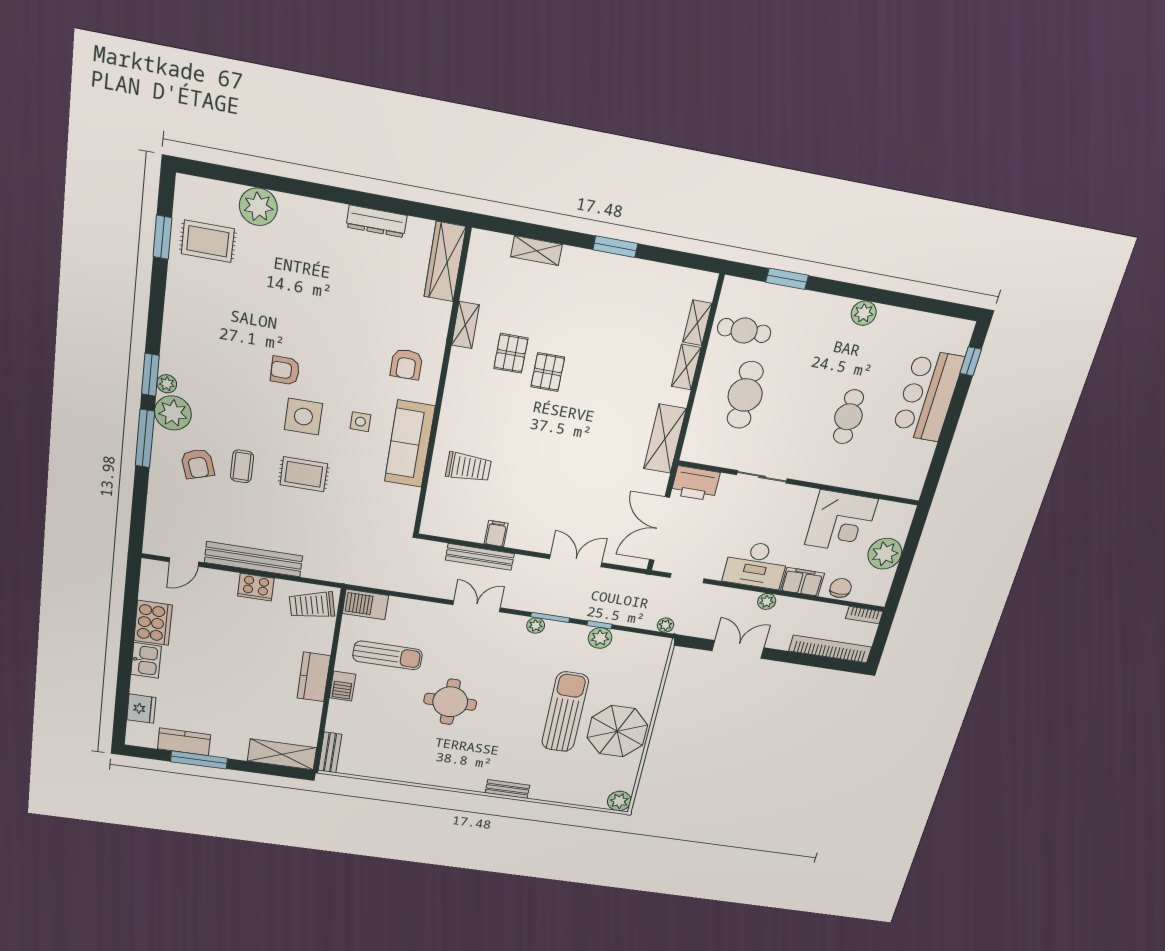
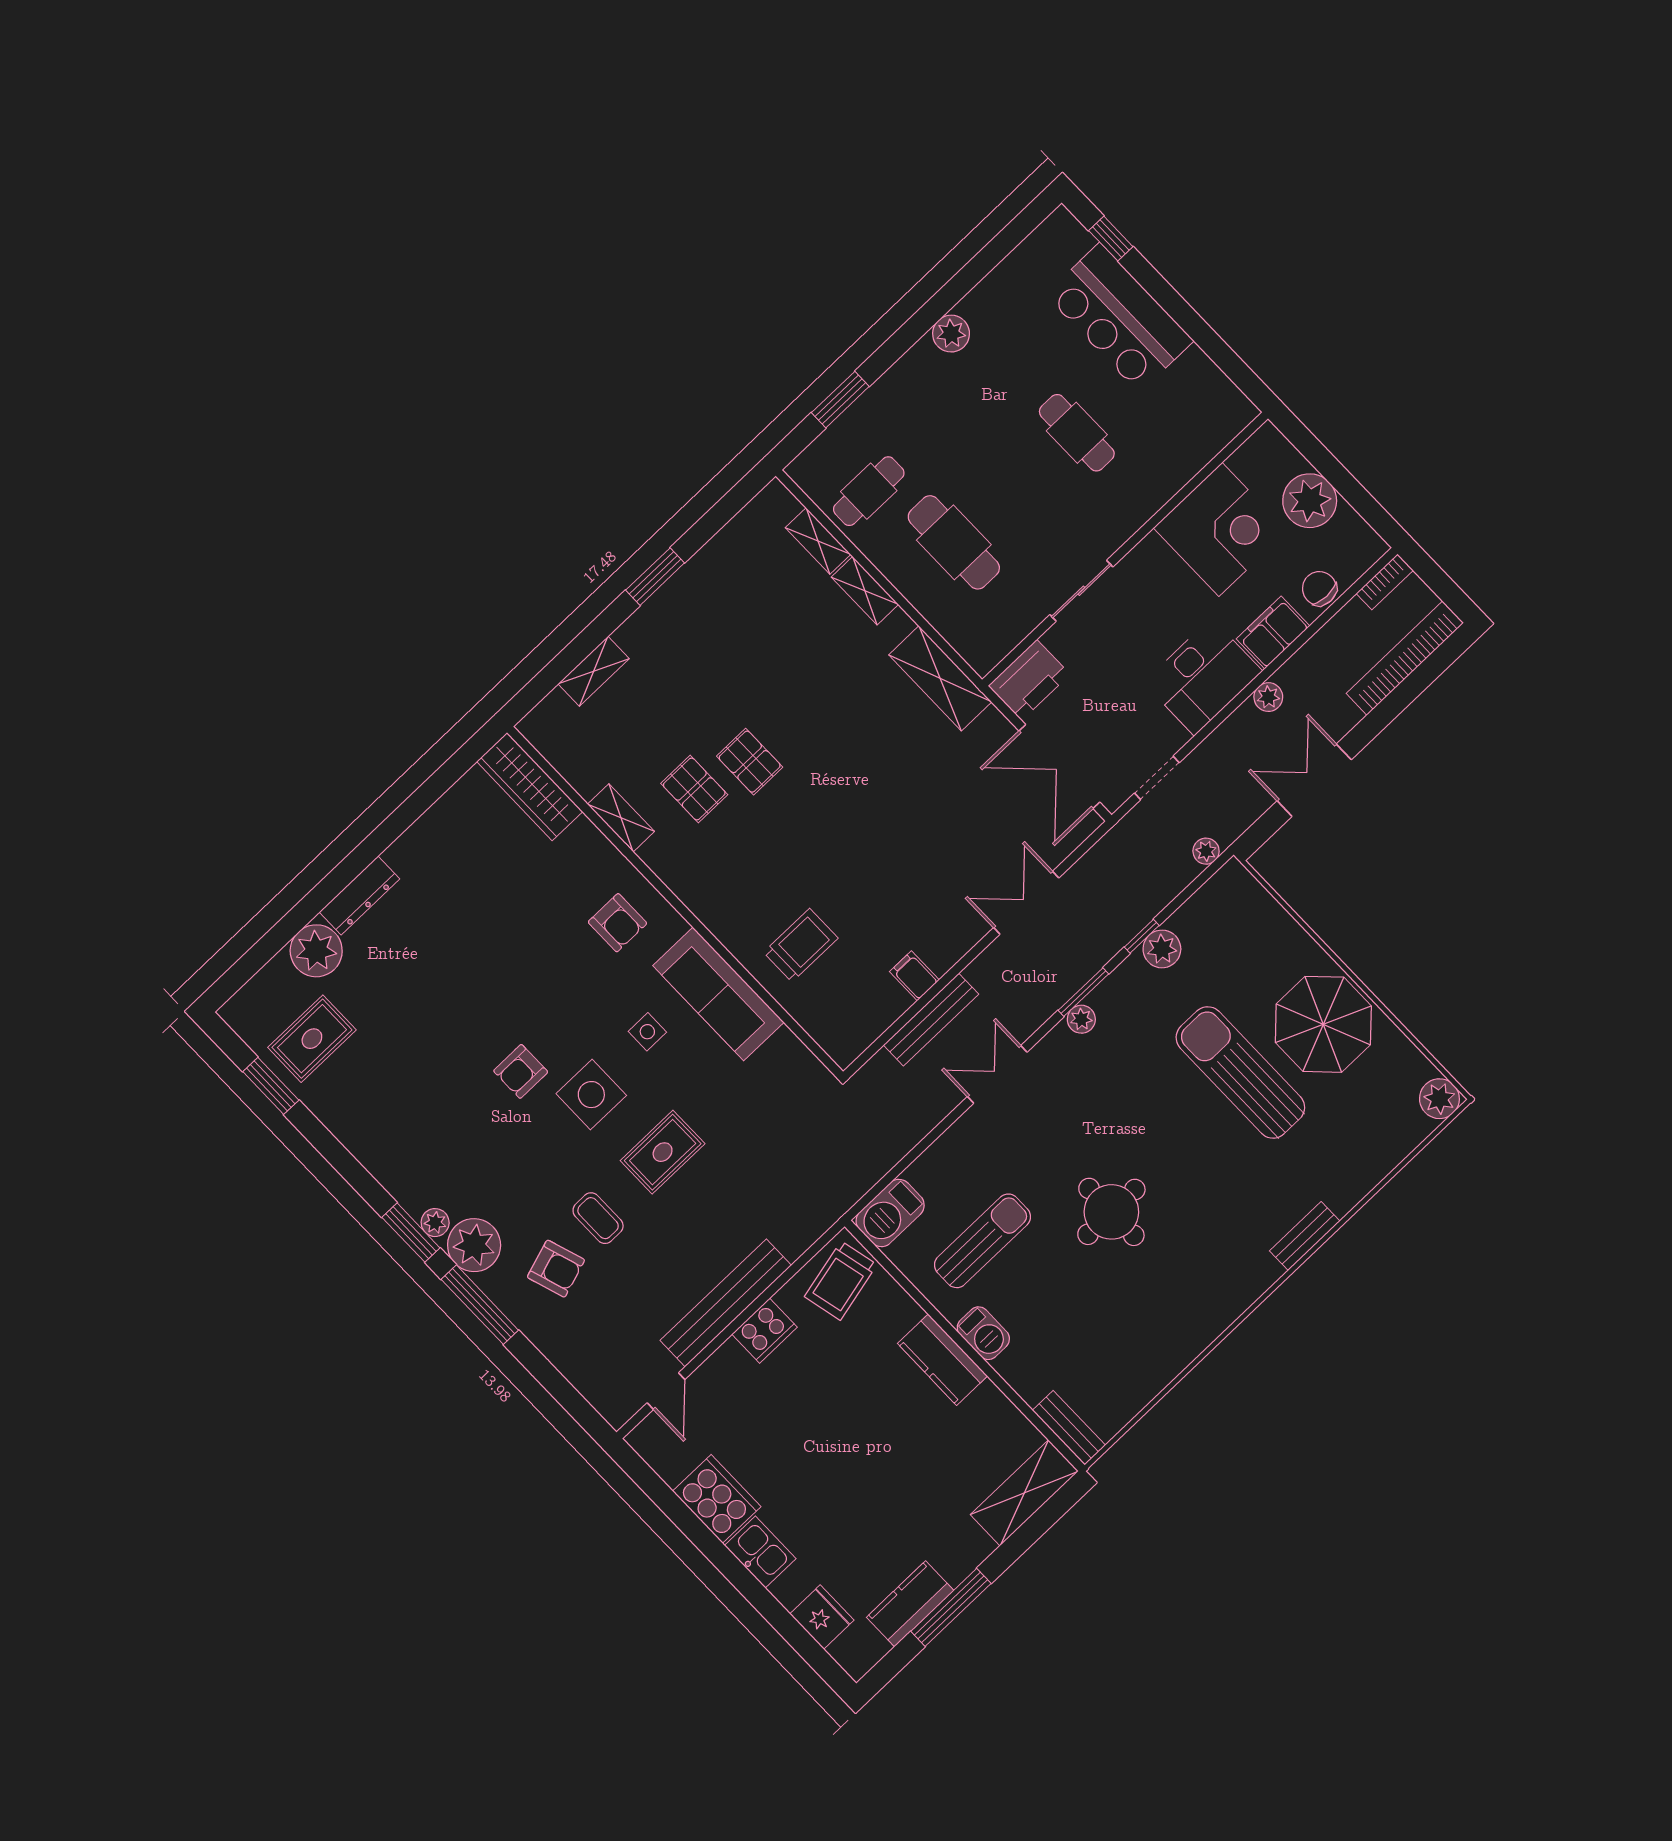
dresser: (377, 221) -> (359, 896), moved

